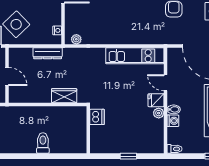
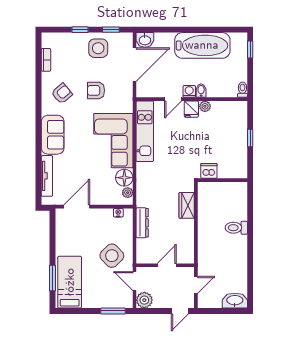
corner sofa: (126, 26) -> (113, 141), added
floor lamp: (91, 36) -> (124, 178), added
washing machine: (173, 121) -> (189, 91), moved

